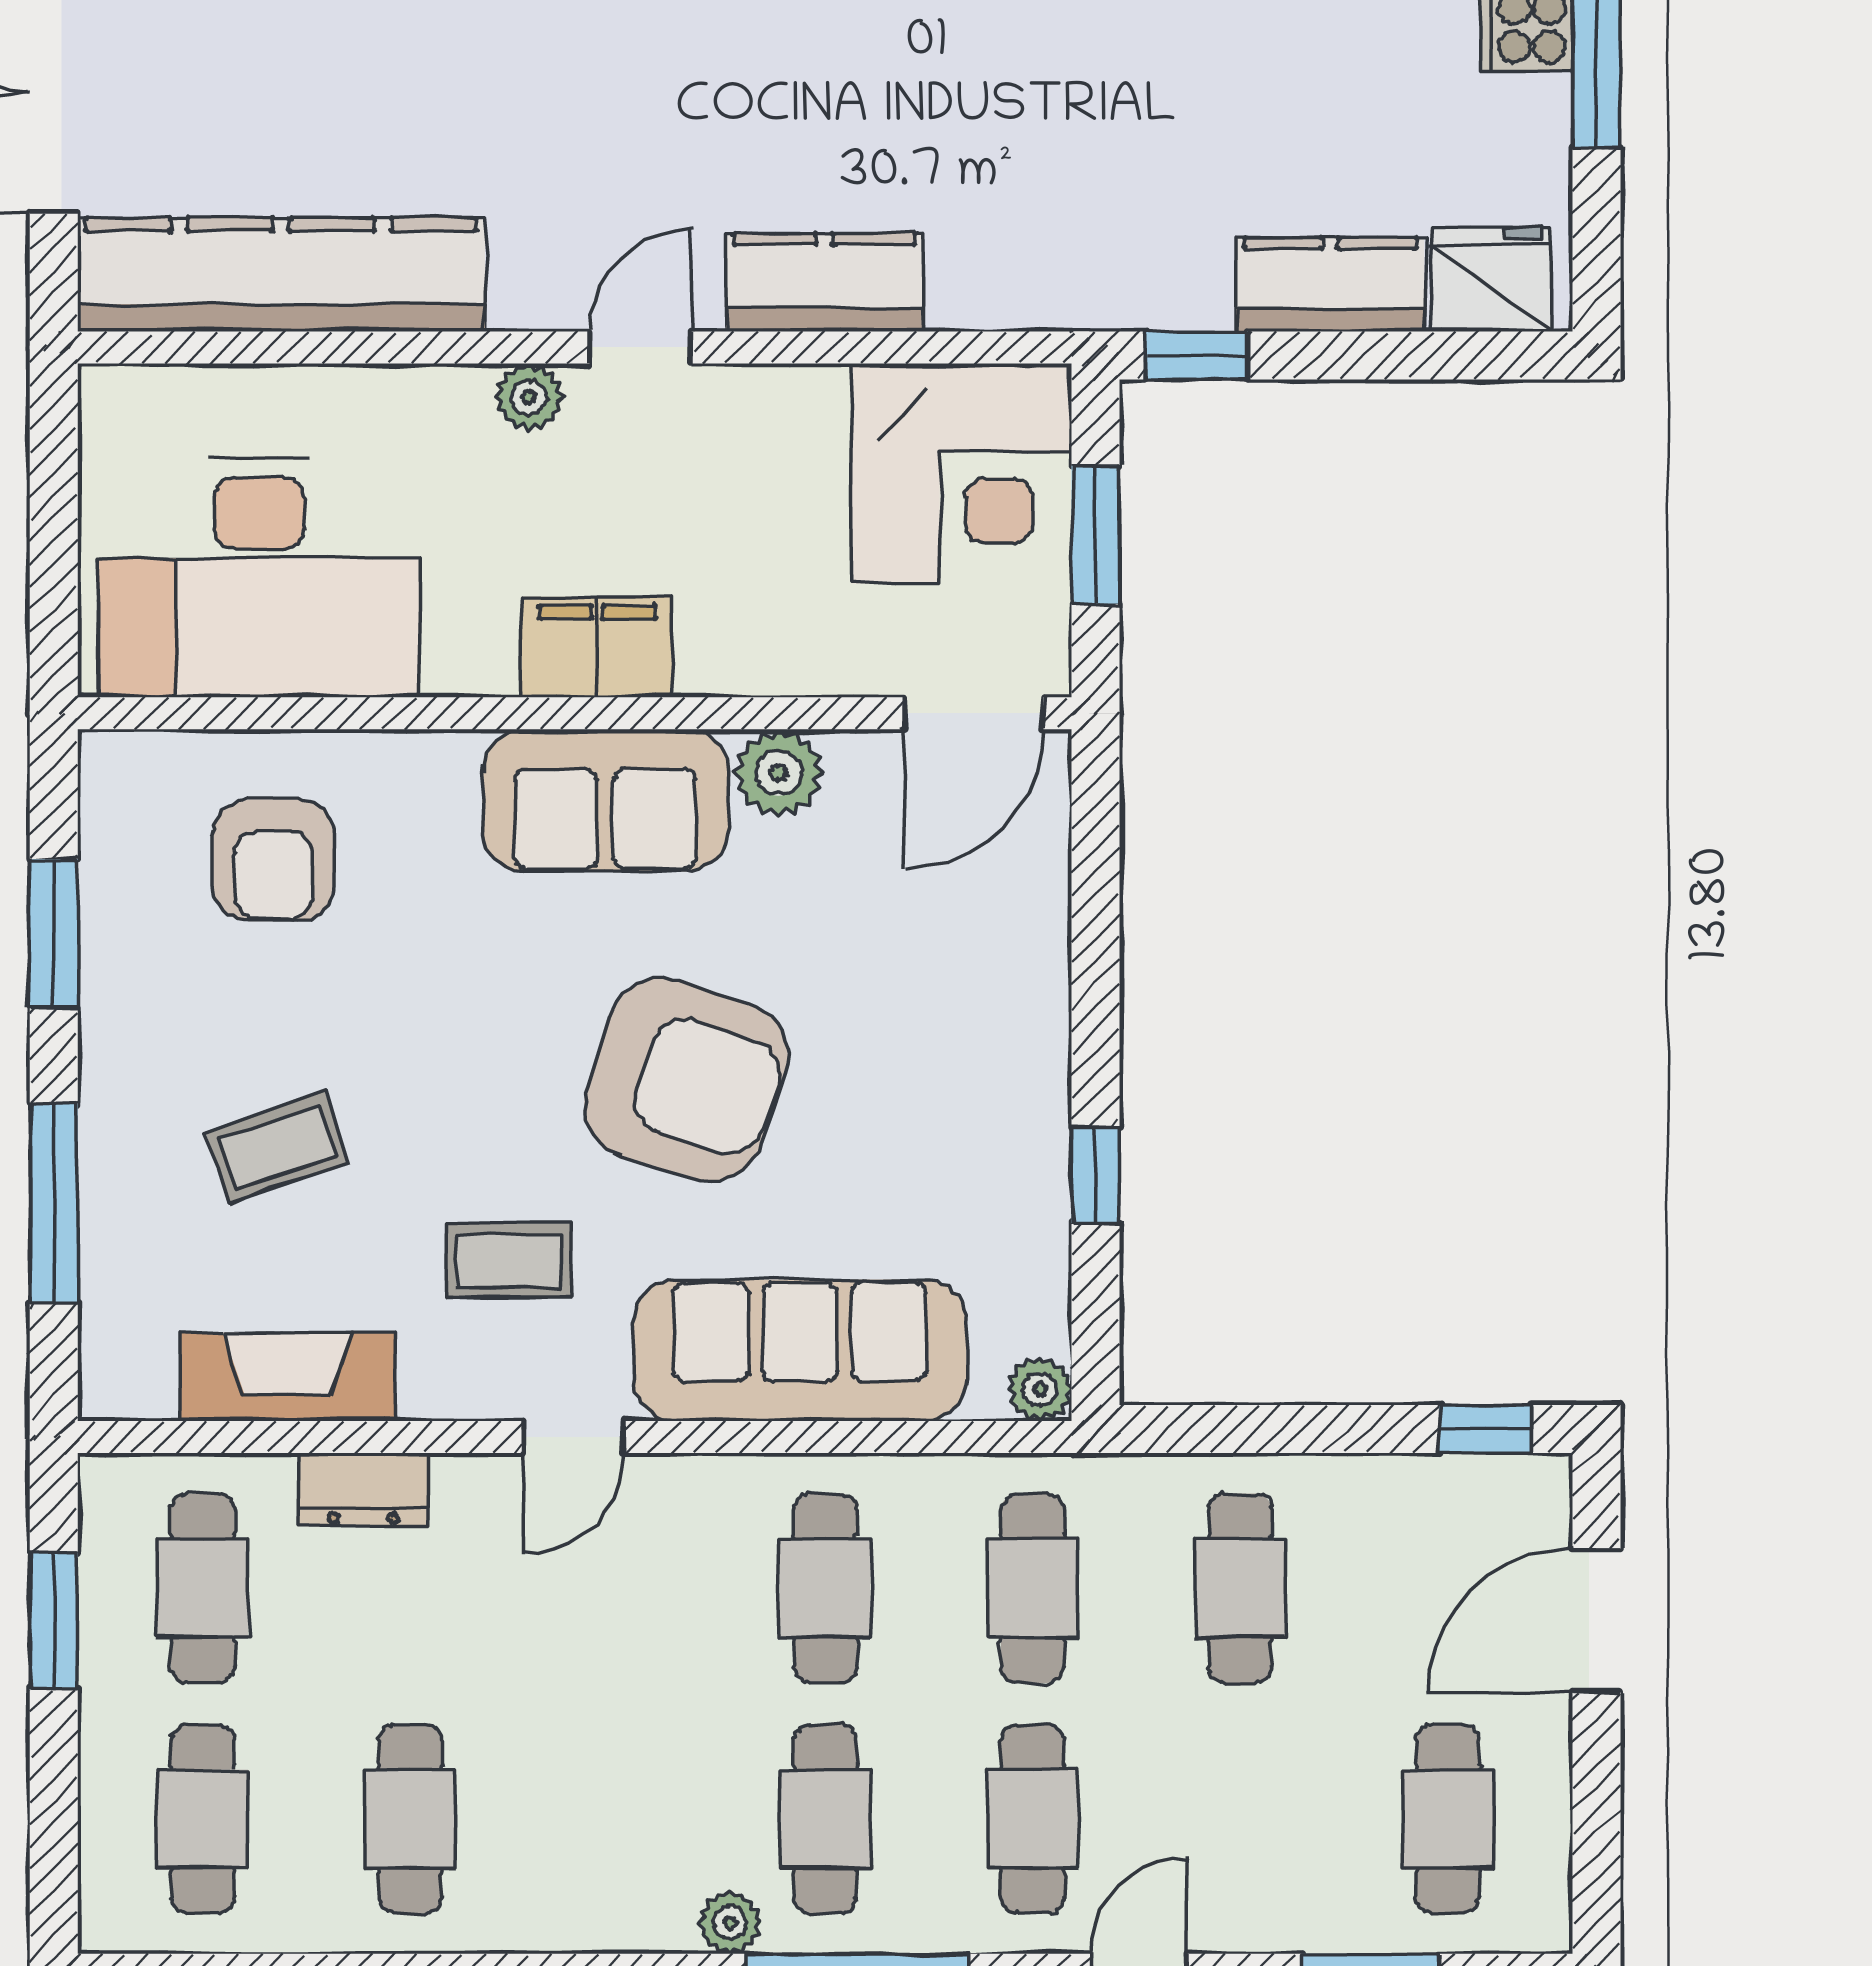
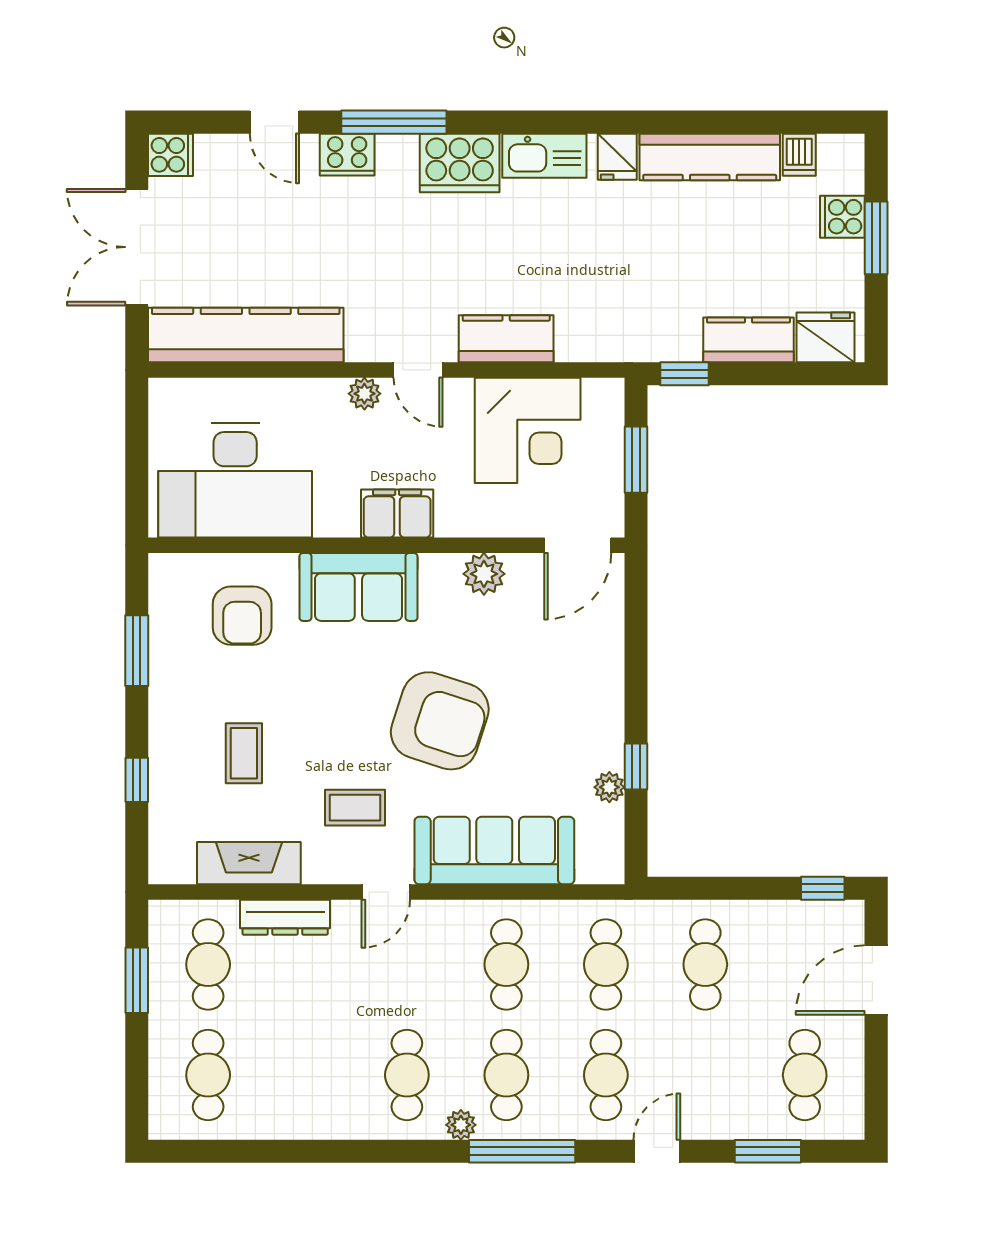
door: (641, 347) -> (418, 370), swing flipped
corner desk: (962, 473) -> (528, 430), moved
sofa: (605, 800) -> (358, 587), moved
coffee table: (277, 1147) -> (244, 753), turned -71
window: (54, 1203) -> (137, 780), width x0.46
plant: (1040, 1389) -> (609, 787), moved
dresser: (363, 1490) -> (285, 917), width x1.44
cafe table: (410, 1819) -> (407, 1075), moved

